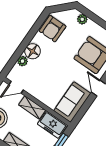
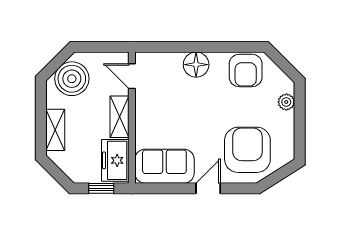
armchair: (53, 29) -> (246, 70), turned -90
plant: (23, 61) -> (173, 60), removed

